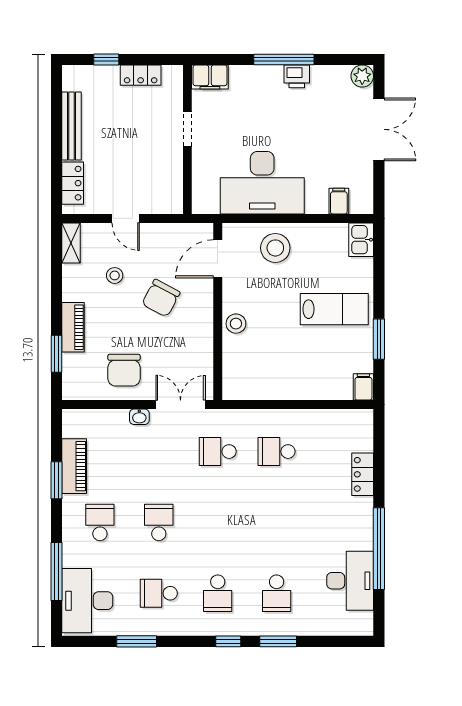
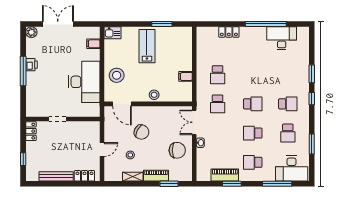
locker: (141, 75) -> (31, 131), moved
filing cabinet: (210, 77) -> (32, 108), removed
shelving: (71, 243) -> (133, 177), moved
filing cabinet: (363, 387) -> (185, 76), moved
school desk: (277, 593) -> (253, 104), moved

